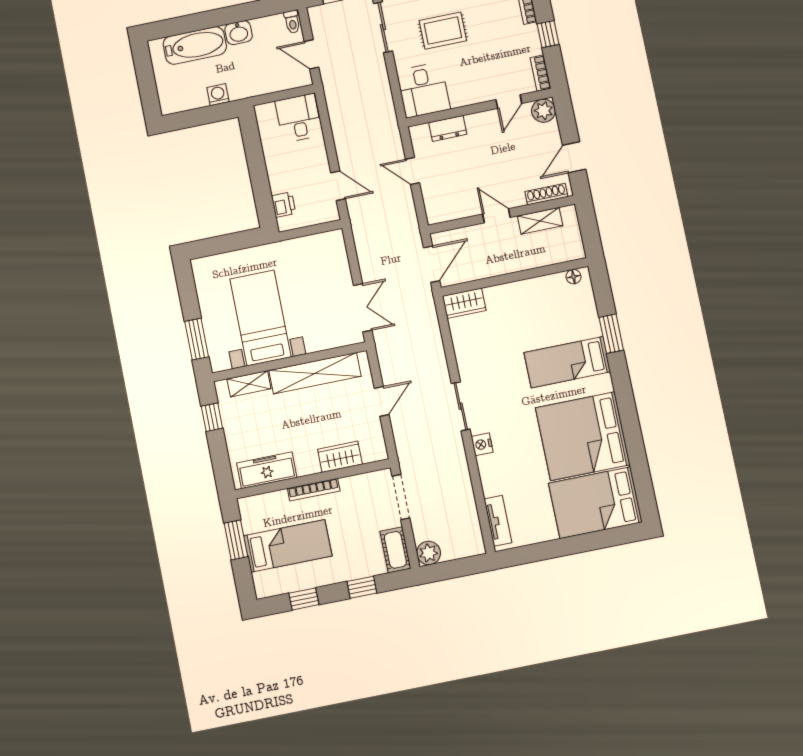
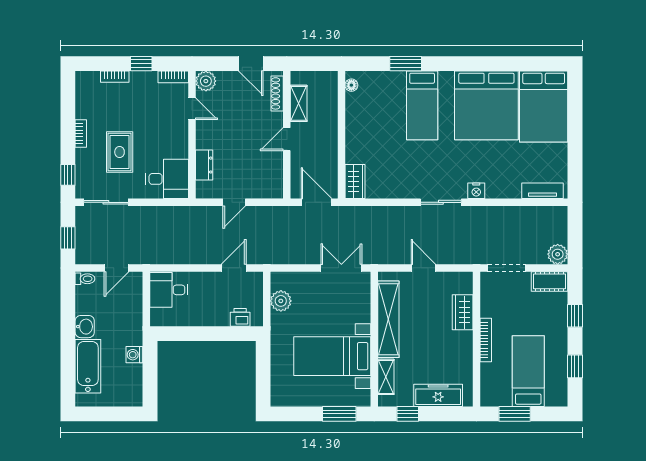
plant: (311, 247) -> (281, 301), added
freezer: (267, 470) -> (438, 395), moved, turned 90

